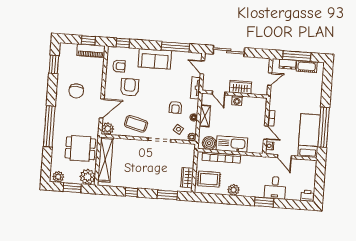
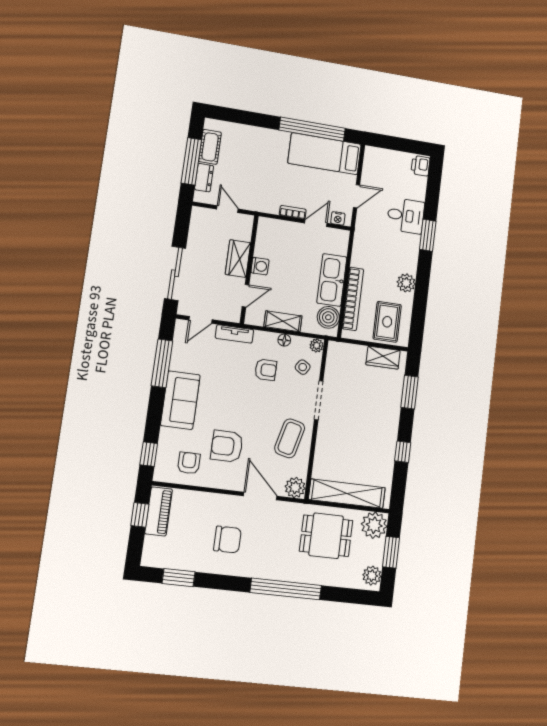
dining table: (80, 148) -> (326, 536), turned 90

